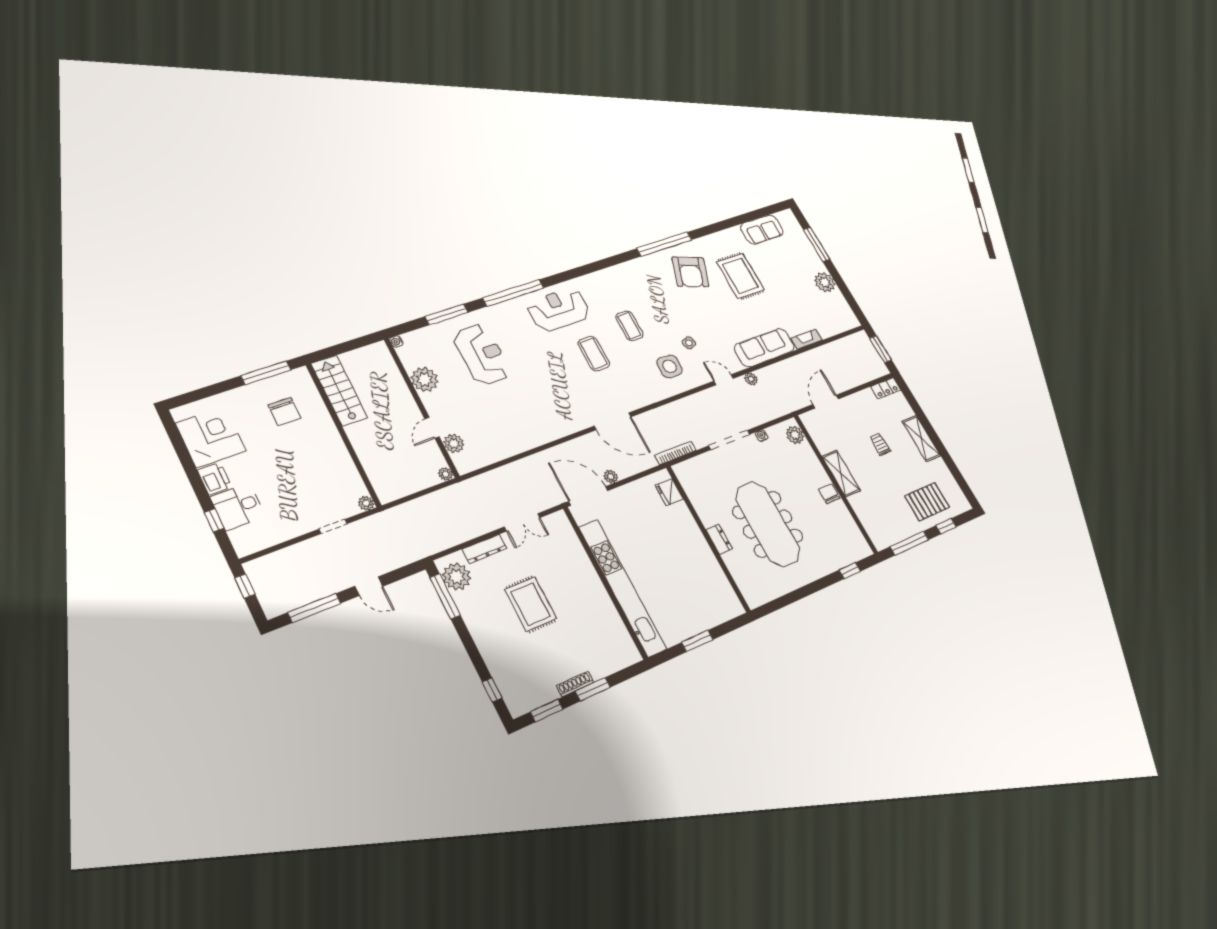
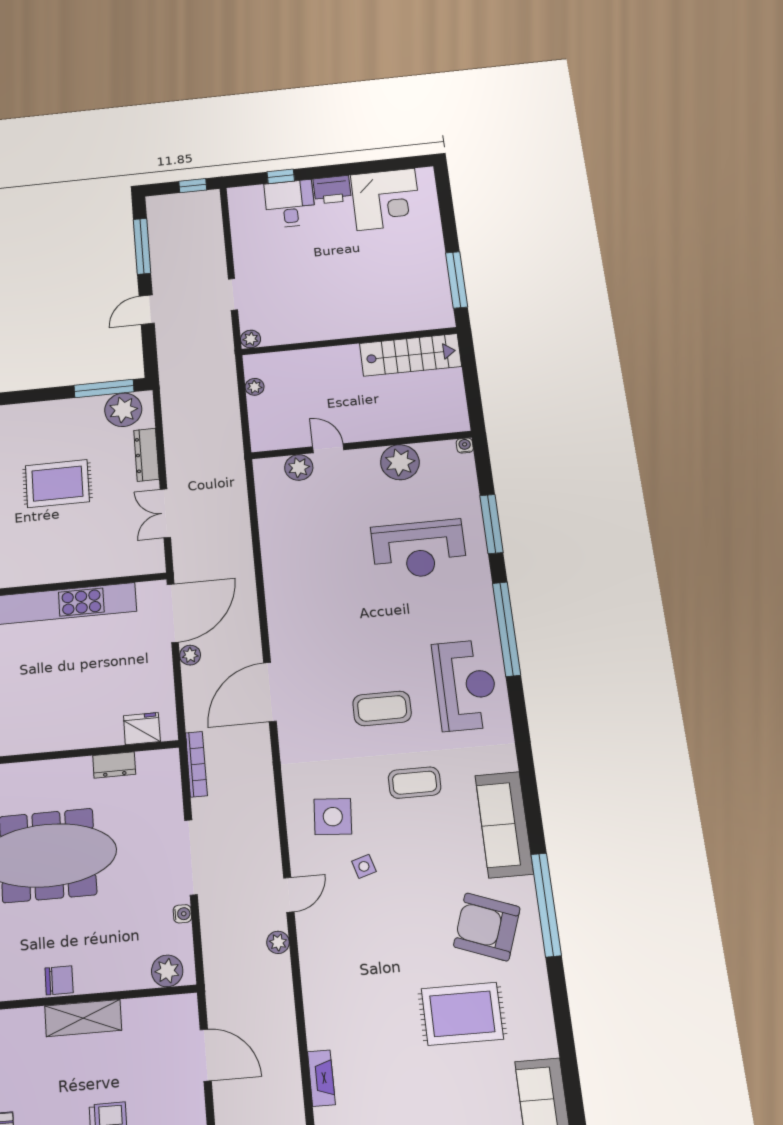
sofa: (764, 348) -> (504, 824), moved, turned 180
chair: (284, 412) -> (398, 285), removed
plant: (446, 474) -> (255, 387), moved
dresser: (719, 539) -> (114, 765), moved

